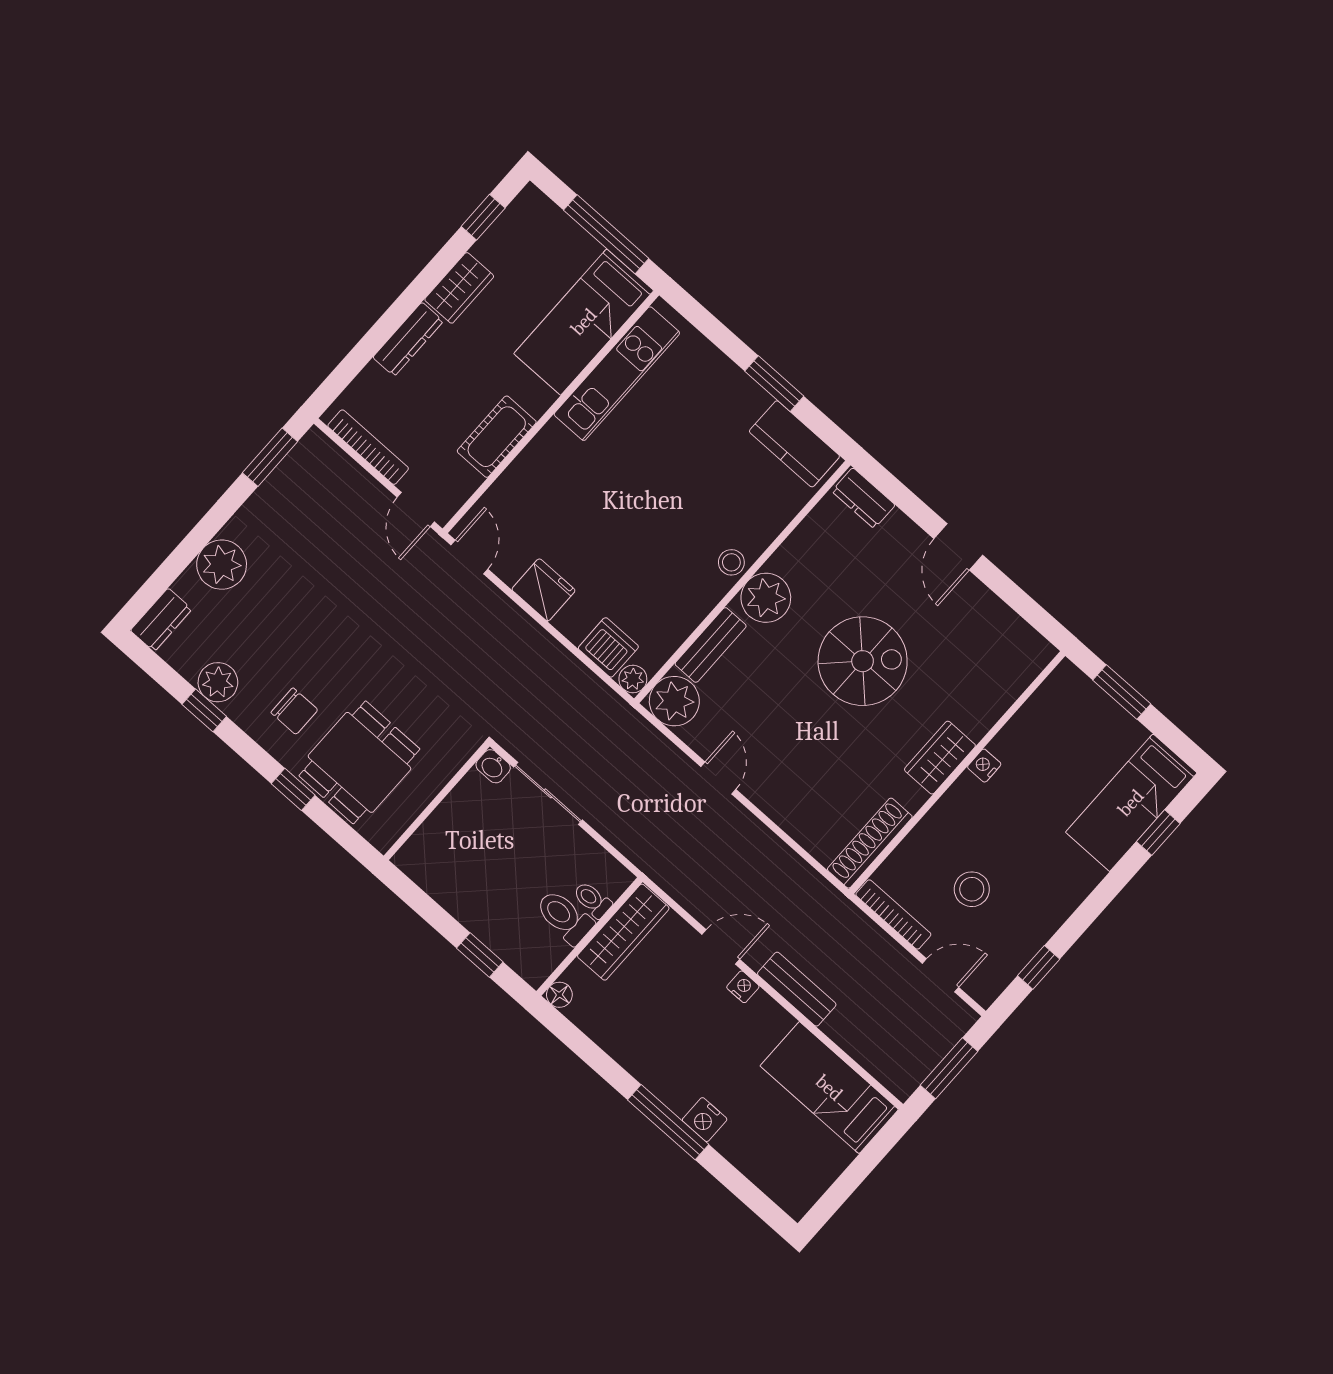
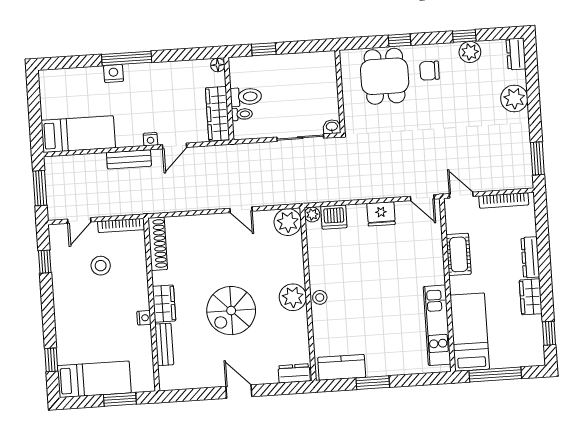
bench: (711, 645) -> (164, 344), moved
bed: (1131, 803) -> (94, 379), moved, turned 90

